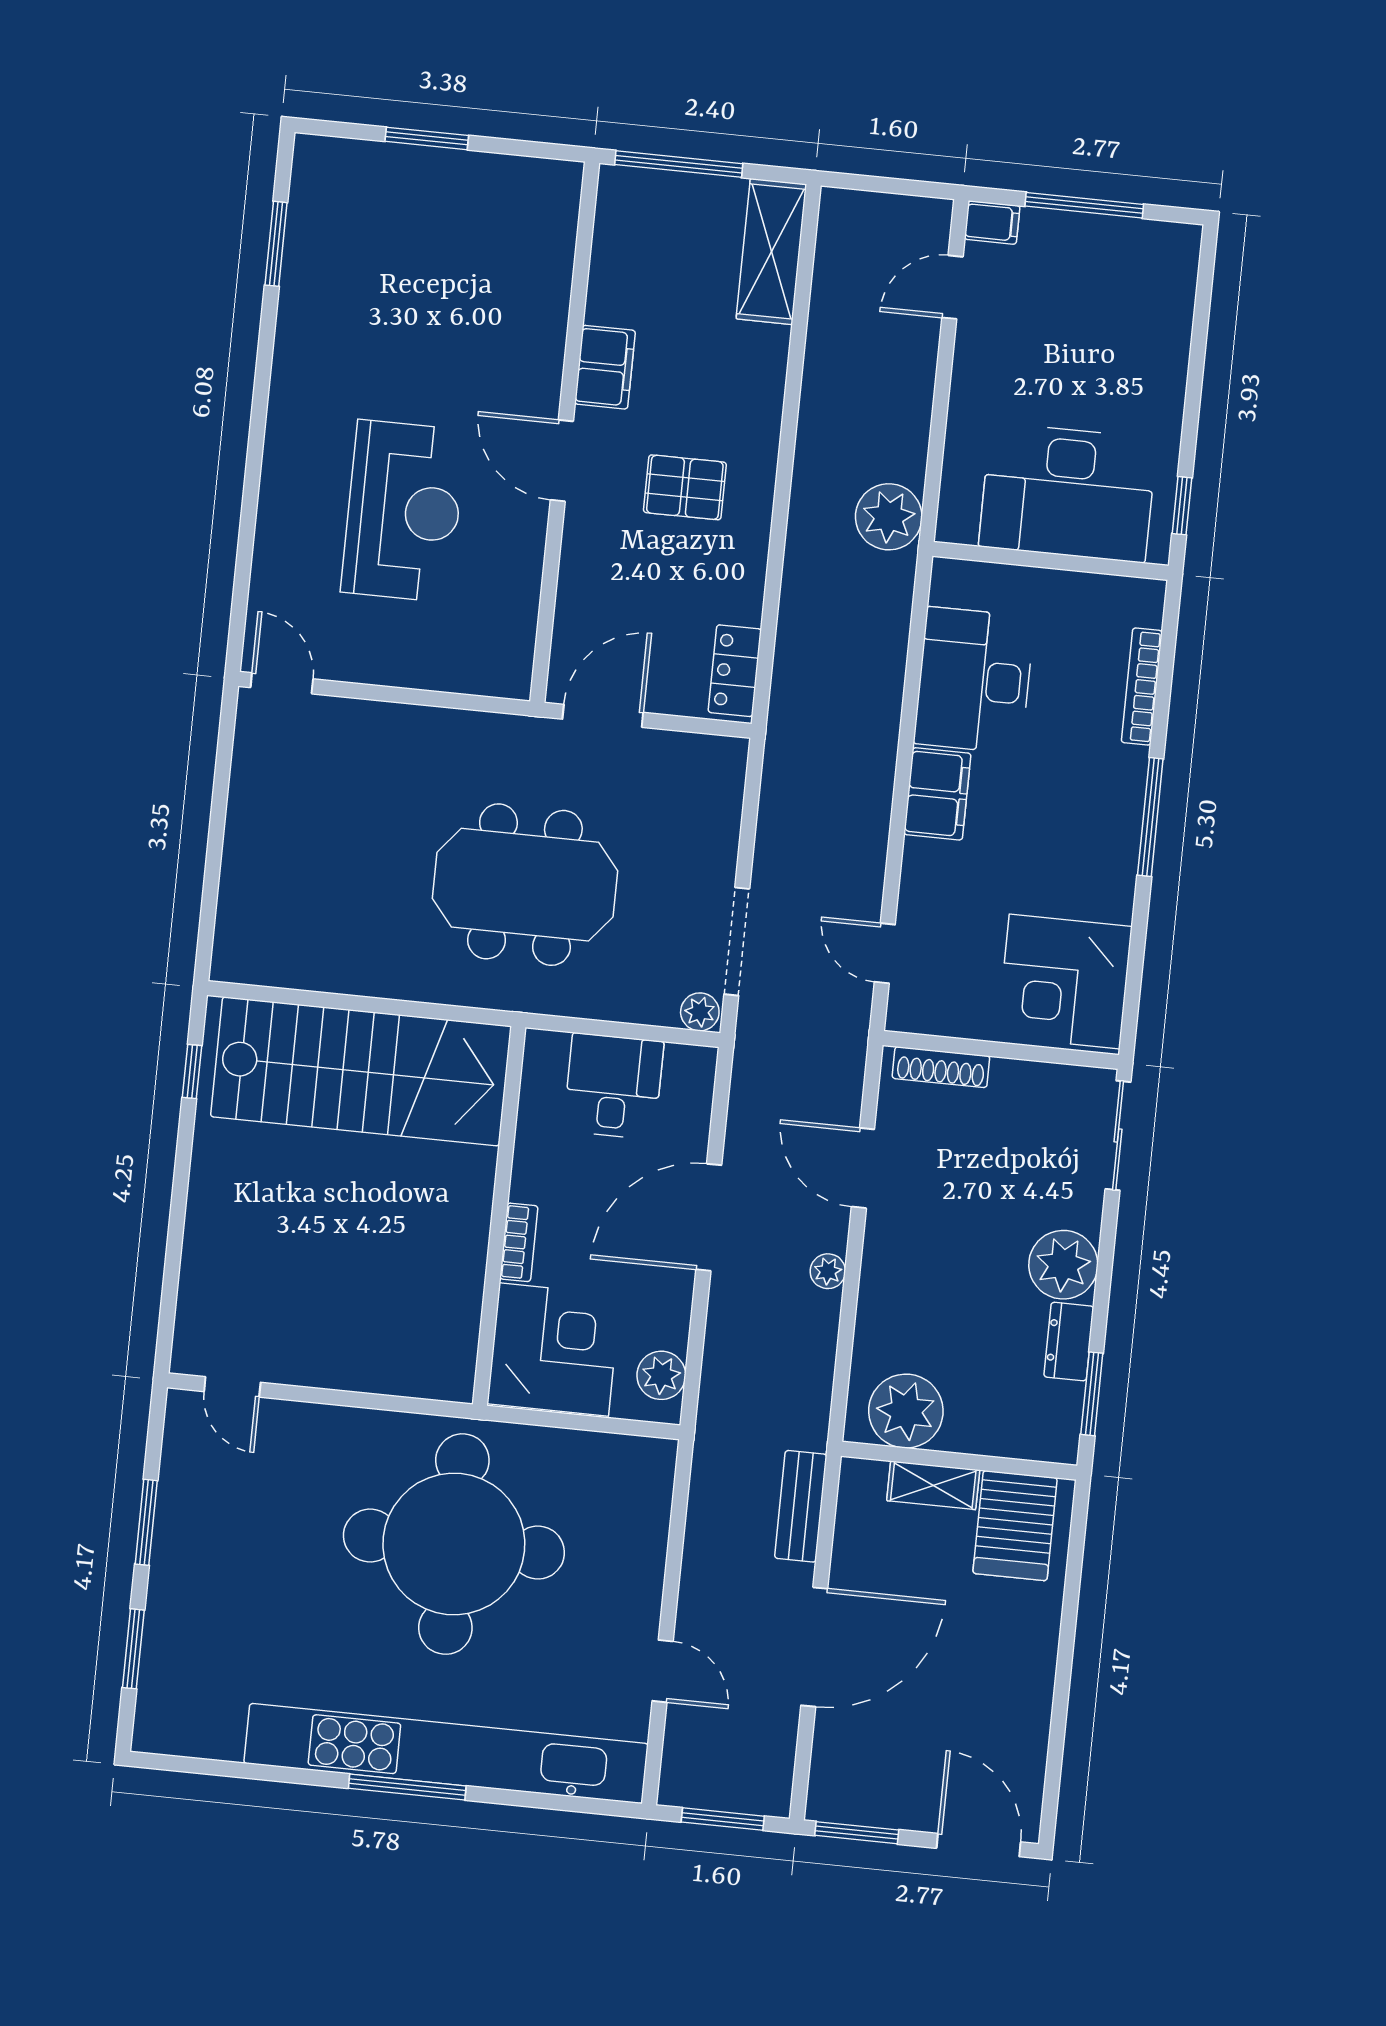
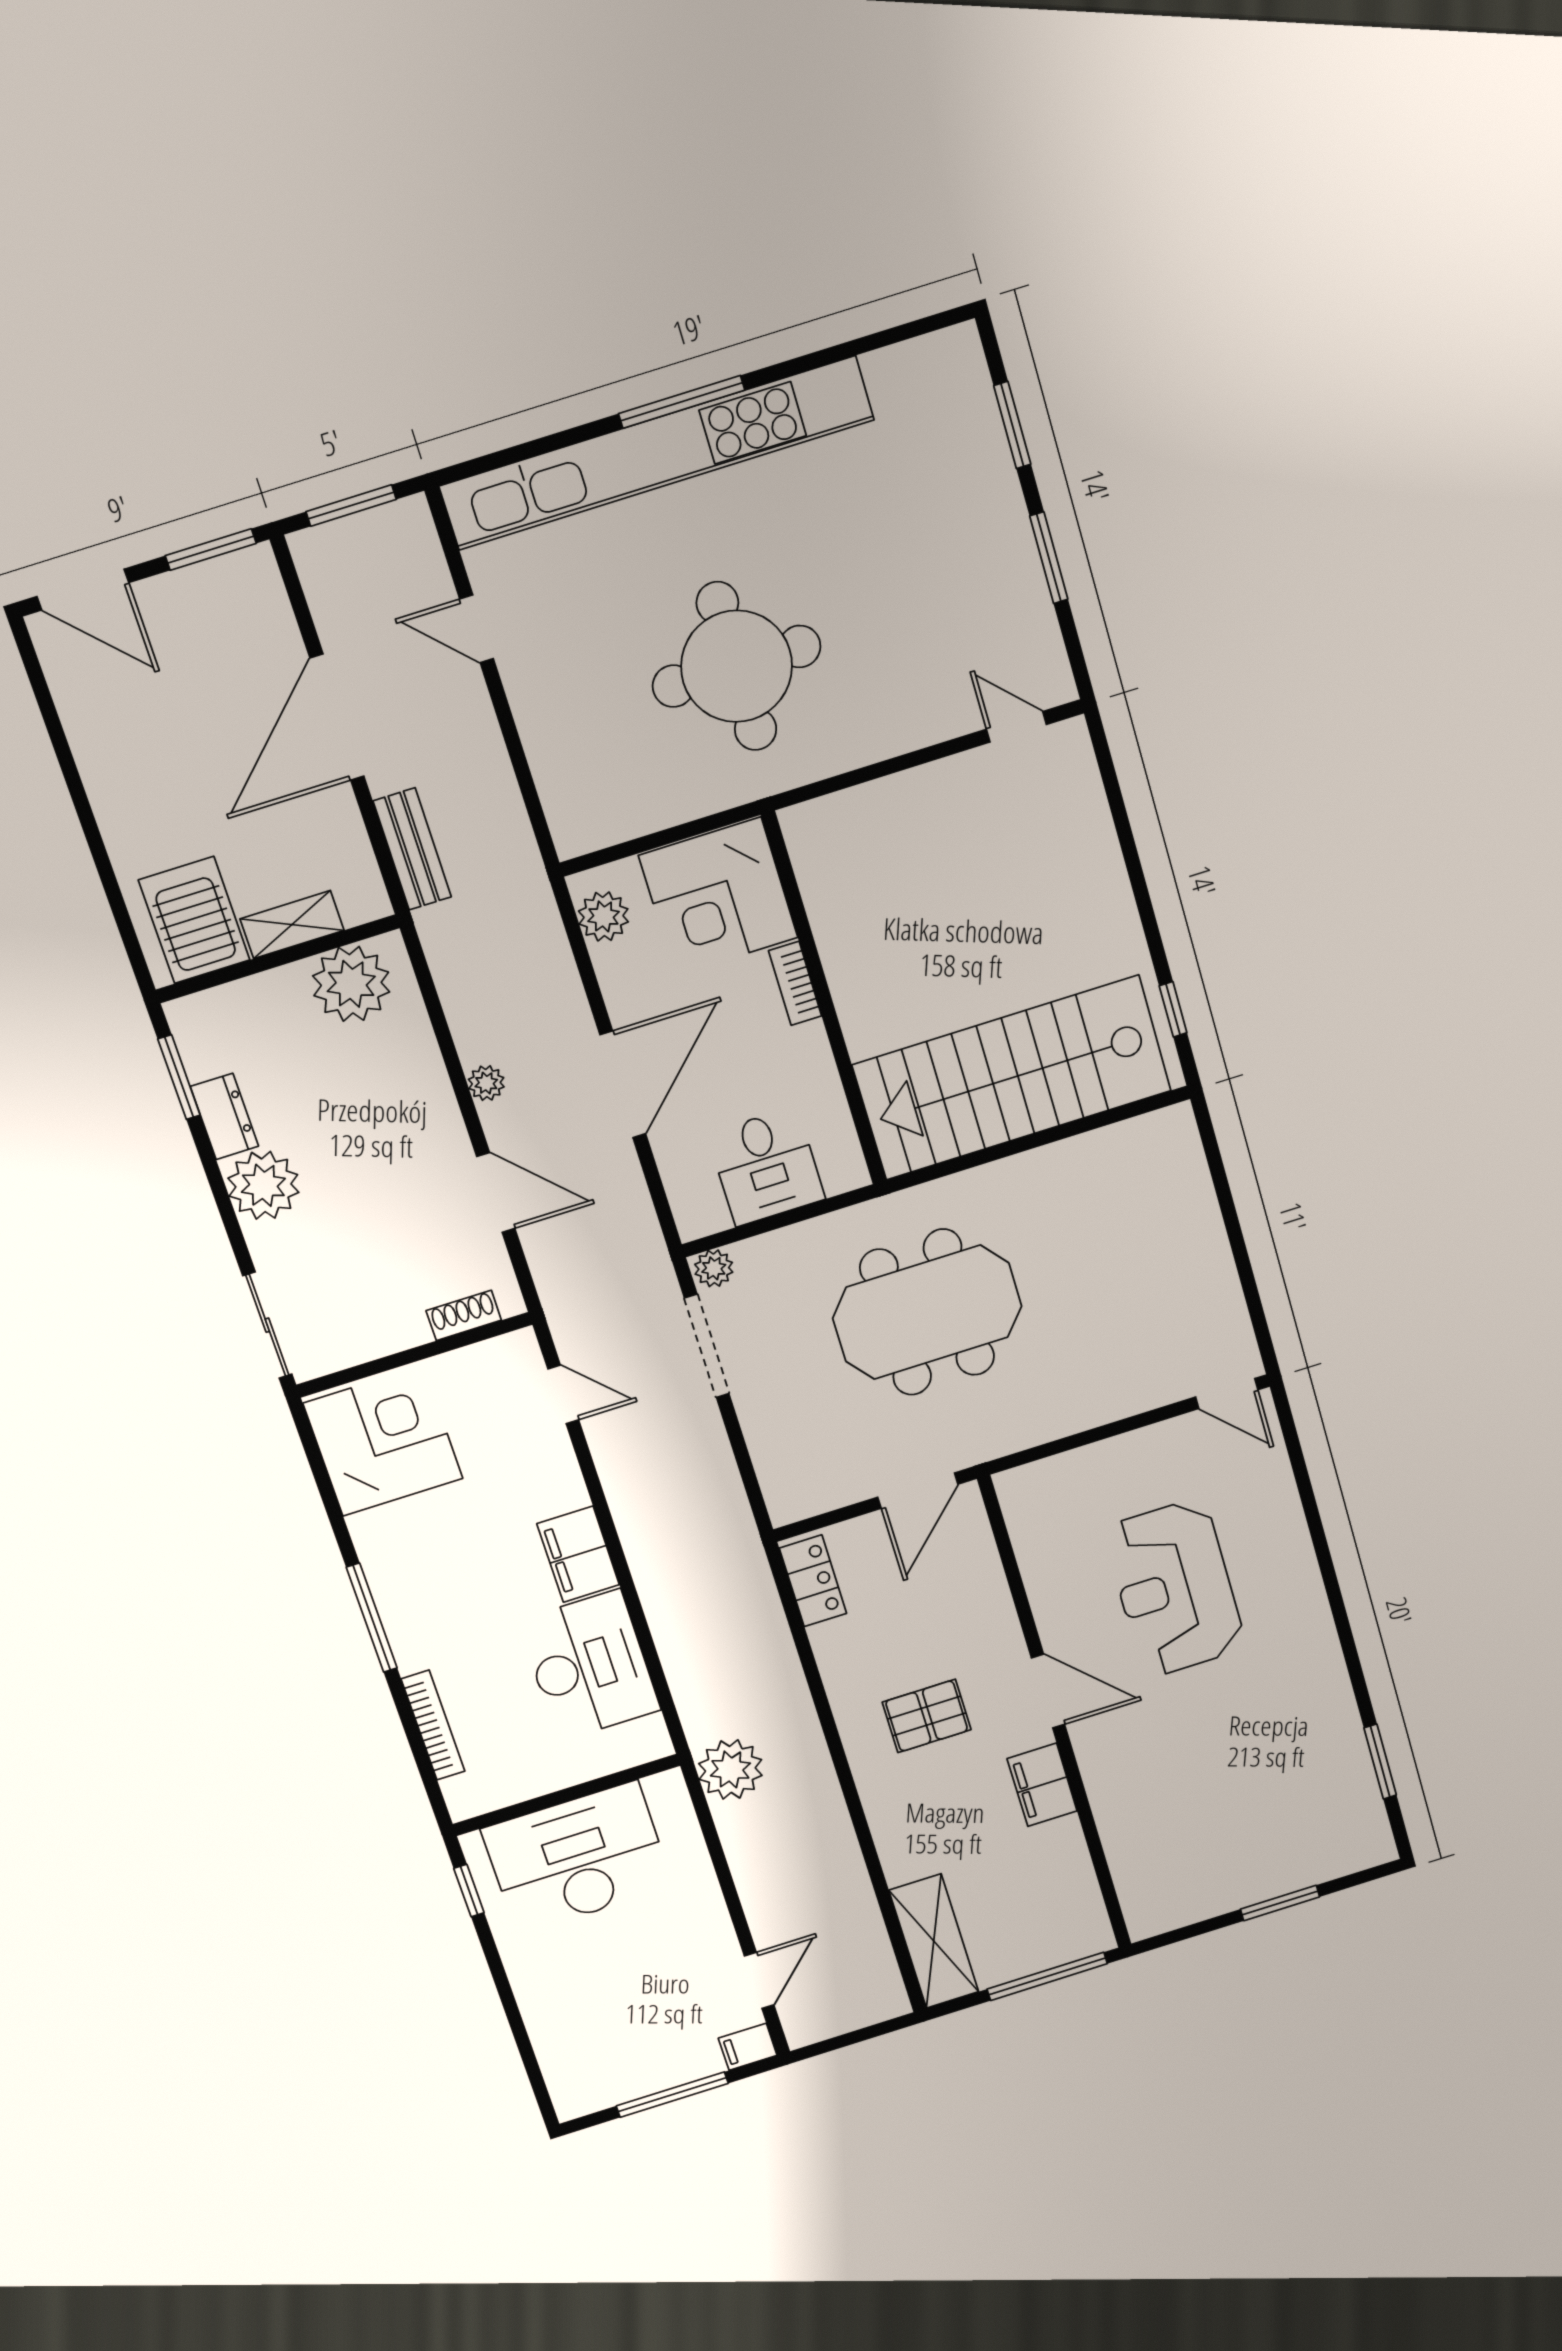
shoe rack: (941, 1067) -> (464, 1315), width x0.70
round table: (454, 1544) -> (737, 666), width x0.73, depth x0.73

